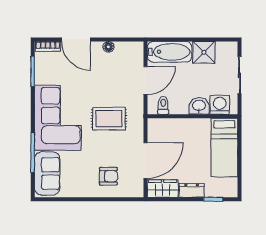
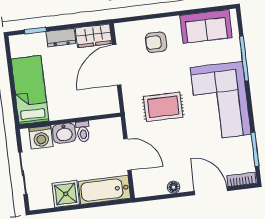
door: (145, 80) -> (127, 154), swing flipped
toilet: (163, 105) -> (83, 132), moved
sofa: (47, 173) -> (206, 26), moved, turned -90

